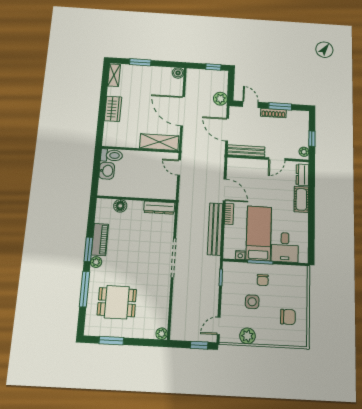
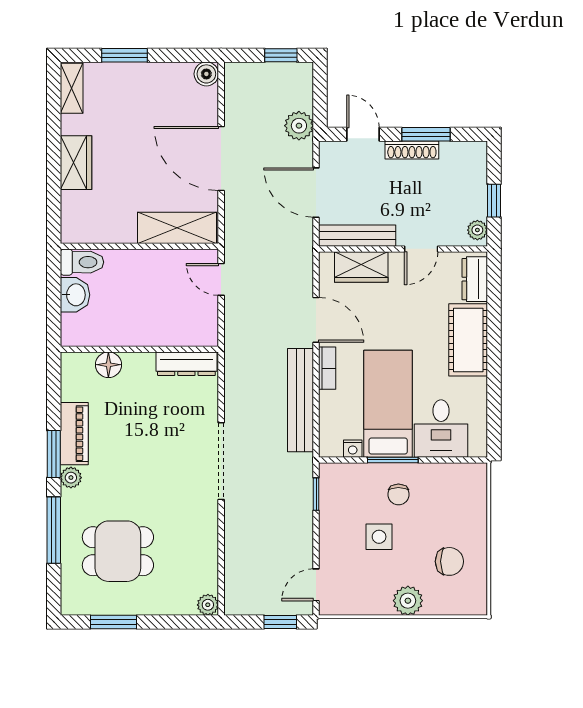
wardrobe: (248, 166) -> (361, 267), added
cot: (301, 199) -> (468, 340), width x1.37, depth x1.34
plant: (247, 336) -> (408, 601), moved

